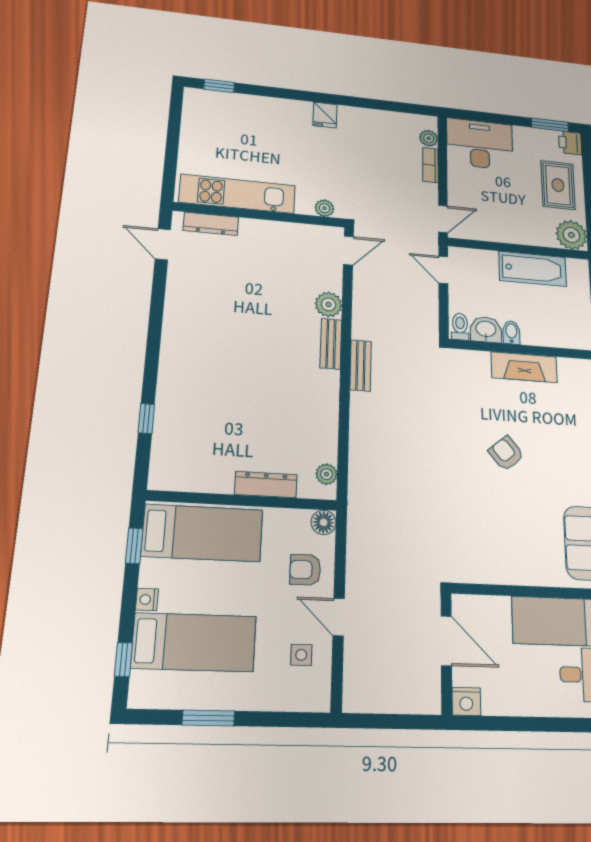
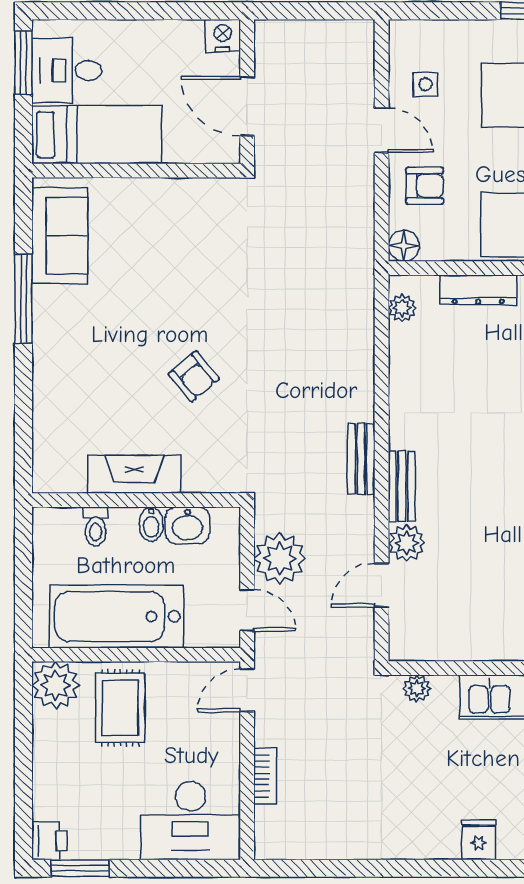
fridge: (325, 115) -> (479, 840), moved
plant: (429, 138) -> (280, 559), moved, width x1.87, depth x1.87
rug: (558, 185) -> (120, 708), moved
door: (348, 250) -> (382, 585), moved
bathtub: (533, 269) -> (117, 616), width x1.36, depth x1.36
toilet: (460, 327) -> (96, 527), moved
armchair: (506, 453) -> (194, 376), moved

